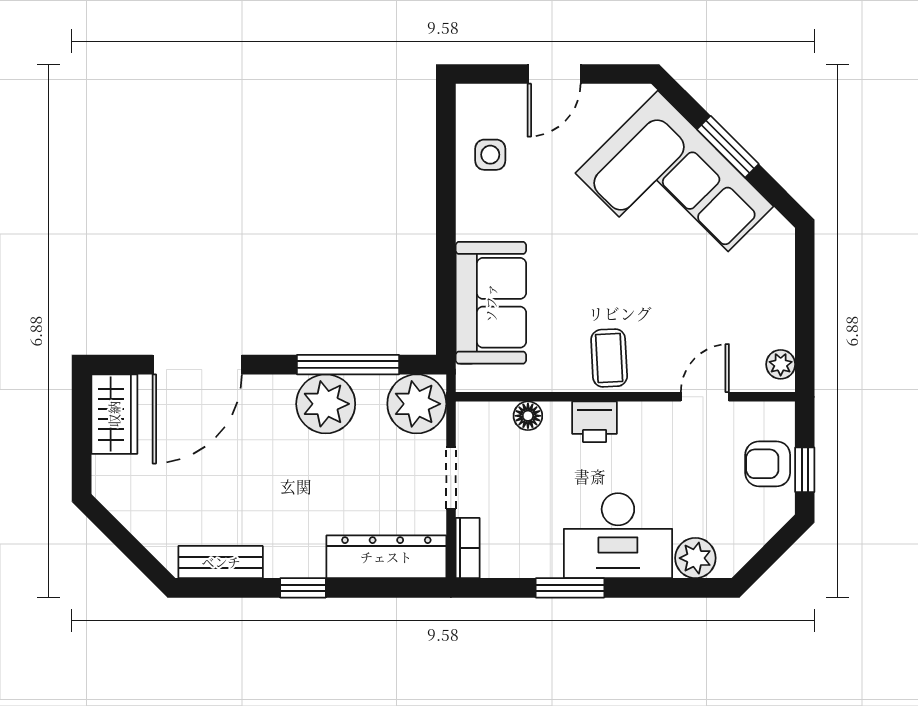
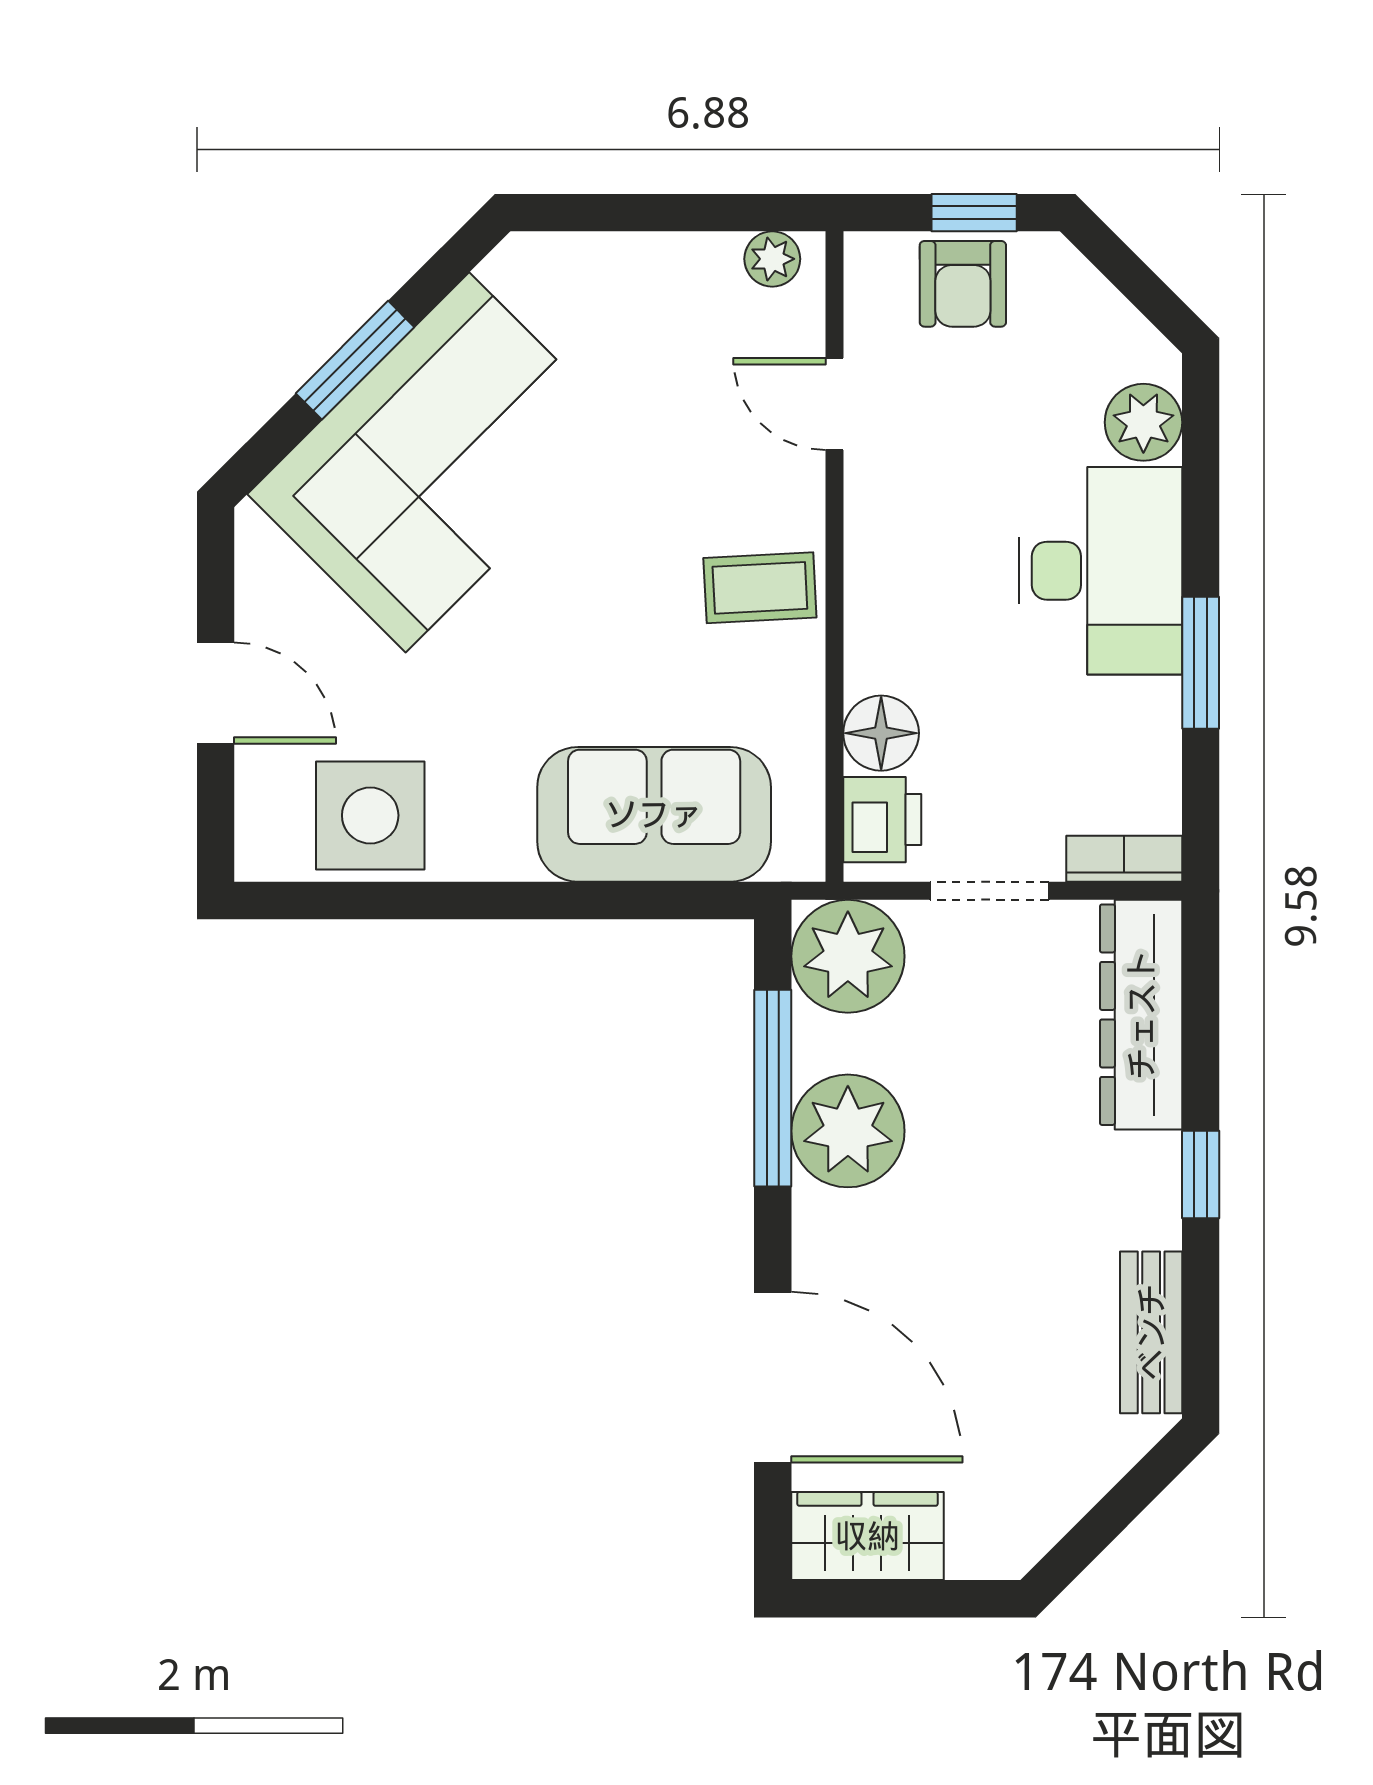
side table: (490, 155) -> (370, 815), width x1.87, depth x1.87
floor lamp: (528, 416) -> (881, 733), width x1.37, depth x1.37
printer: (595, 422) -> (882, 820), moved

